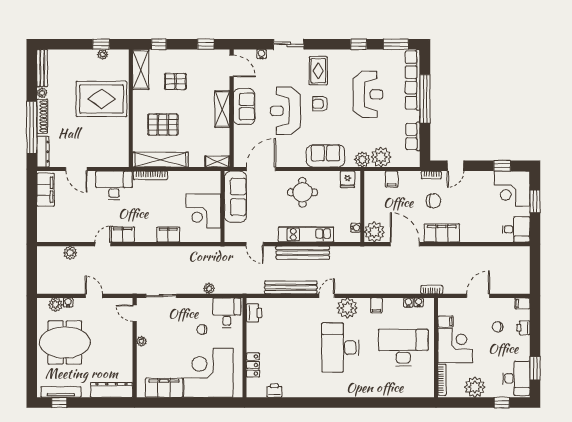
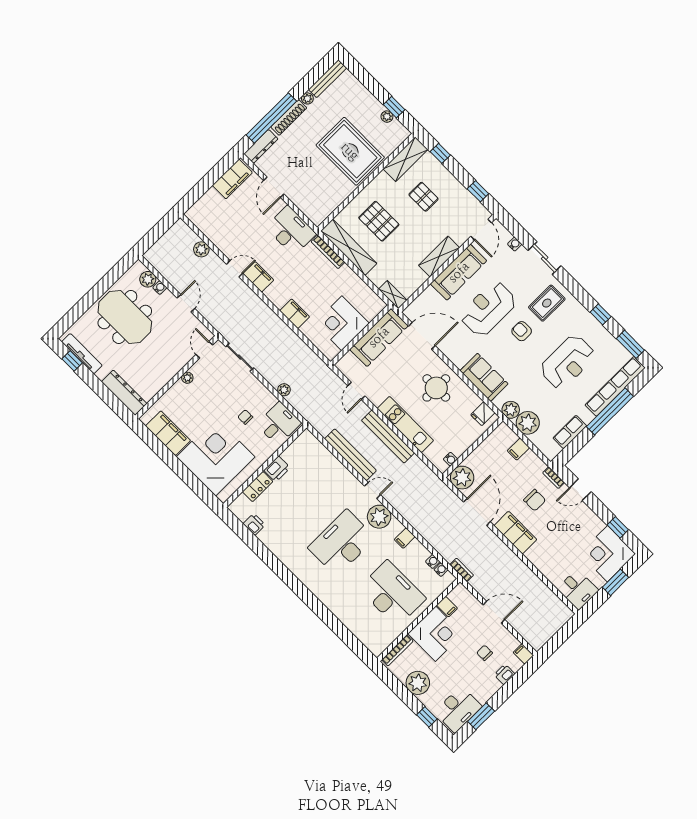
sofa: (244, 107) -> (459, 272), width x1.36
printer: (254, 313) -> (277, 469), moved

